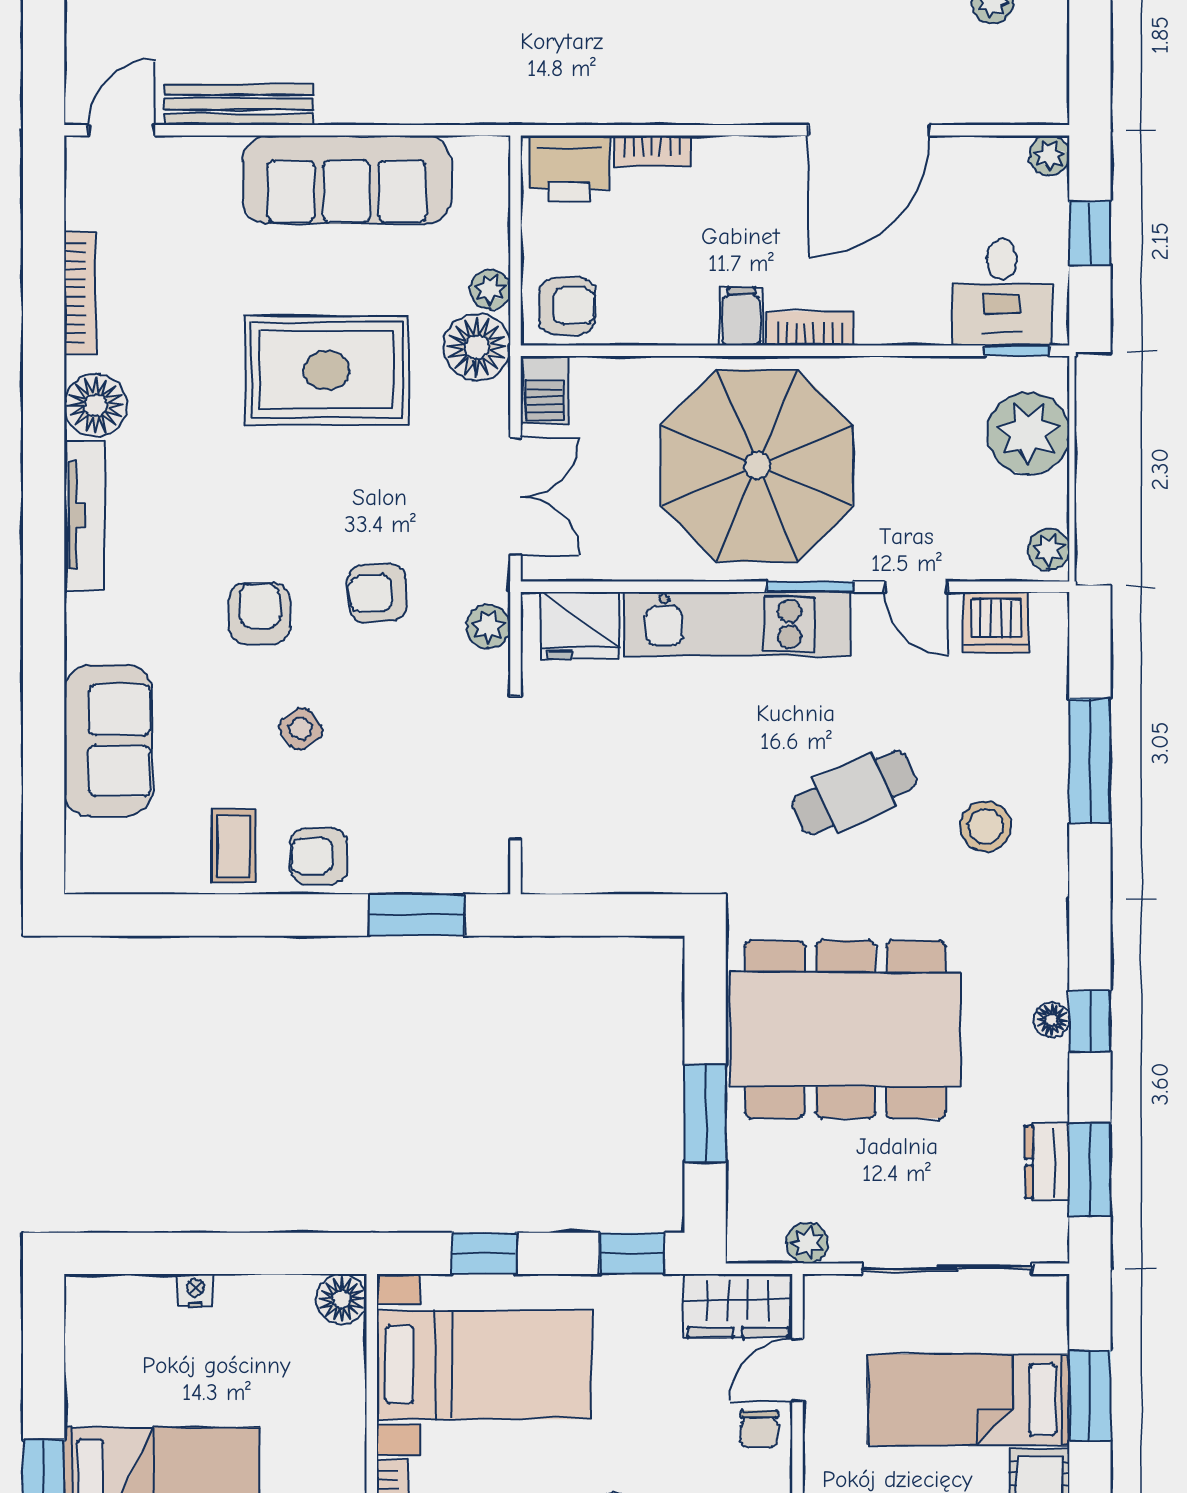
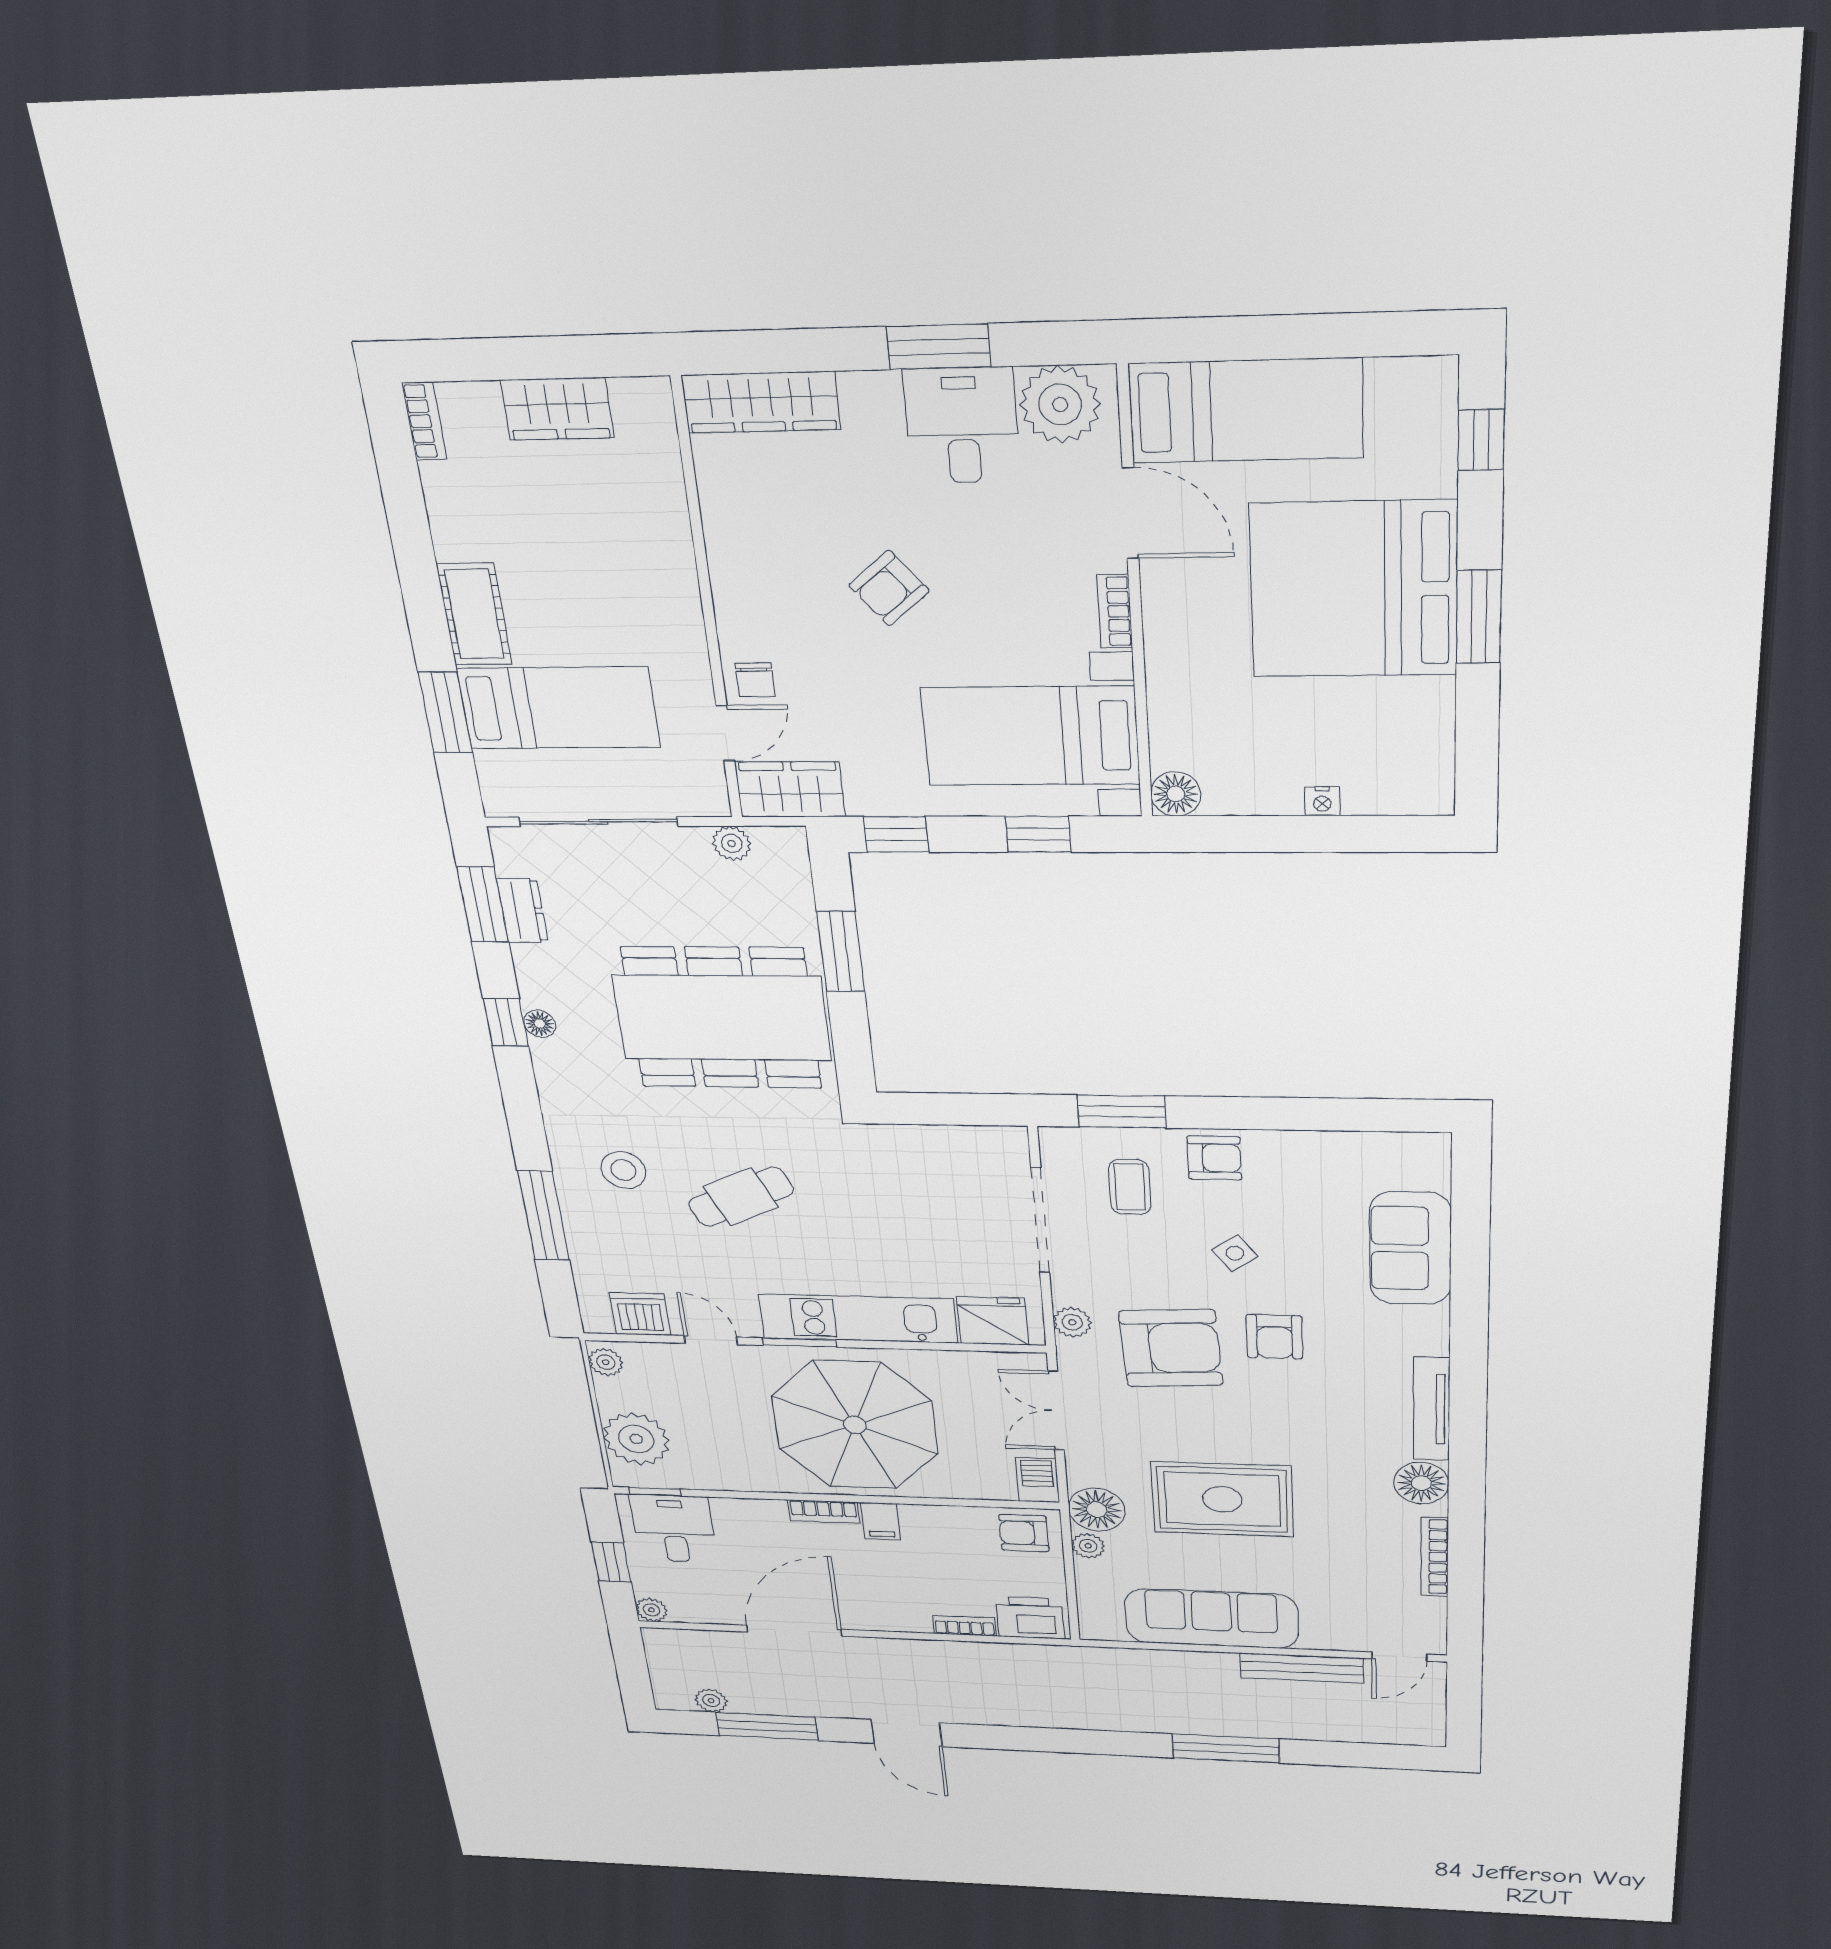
armchair: (378, 593) -> (1171, 1348), width x1.88, depth x1.88
coffee table: (233, 846) -> (1130, 1187), moved
chair: (759, 1429) -> (755, 680), turned 180

